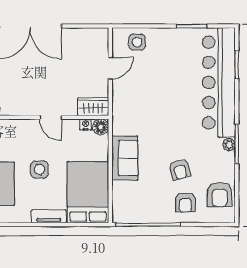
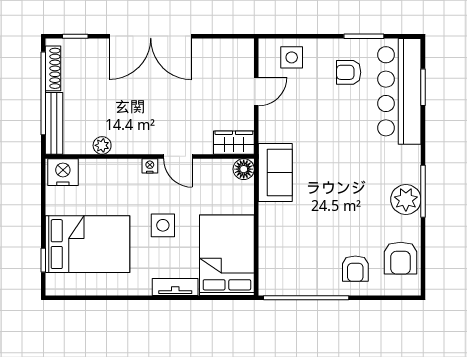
bar counter: (219, 82) -> (399, 91), width x0.73
nightstand: (86, 124) -> (150, 166), moved
plant: (229, 145) -> (406, 200), width x1.88, depth x1.88
sofa: (125, 158) -> (275, 173), moved
armchair: (180, 170) -> (349, 72), moved, turned 104

